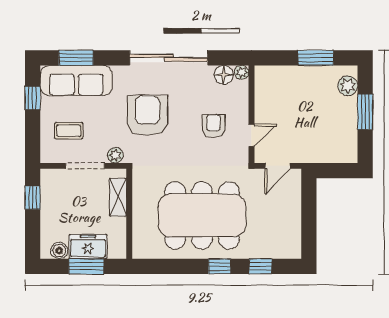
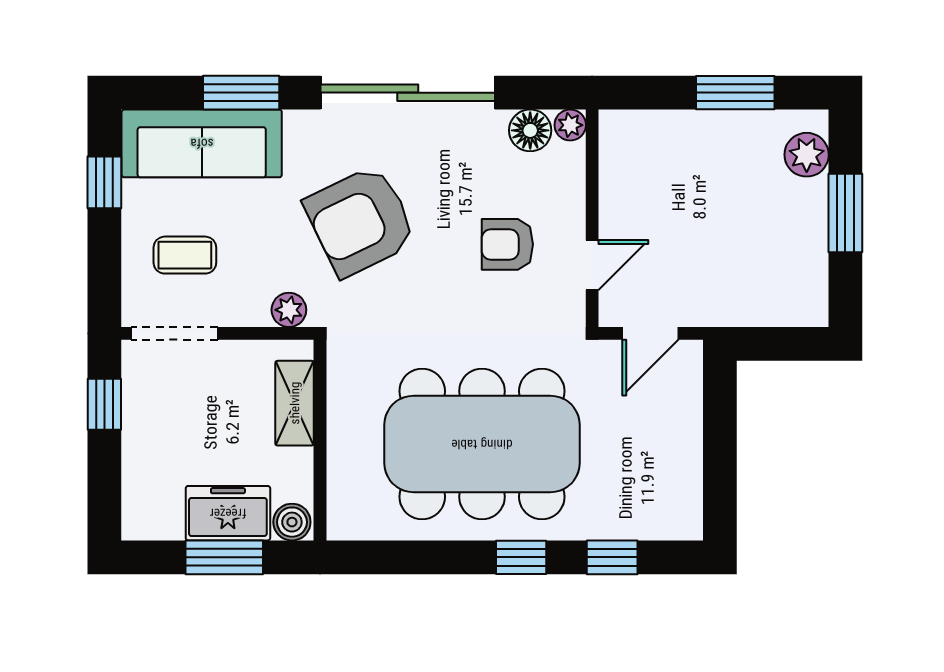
window: (76, 58) -> (241, 93), moved
armchair: (147, 115) -> (360, 221), turned -116
armchair: (213, 126) -> (507, 244), turned -90
doorway: (85, 166) -> (175, 333), moved
boiler: (59, 251) -> (292, 522), moved

